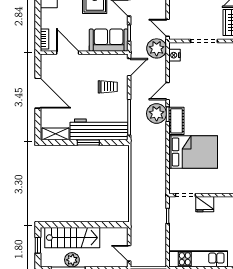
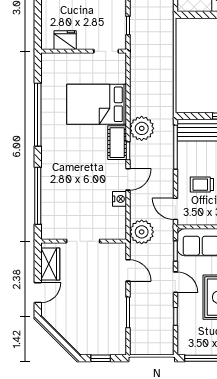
door: (168, 28) -> (128, 270), moved
nightstand: (175, 55) -> (120, 199), moved
door: (129, 67) -> (175, 209), hinge flipped
plant: (157, 113) -> (142, 128), moved
fridge: (205, 204) -> (65, 40), moved

